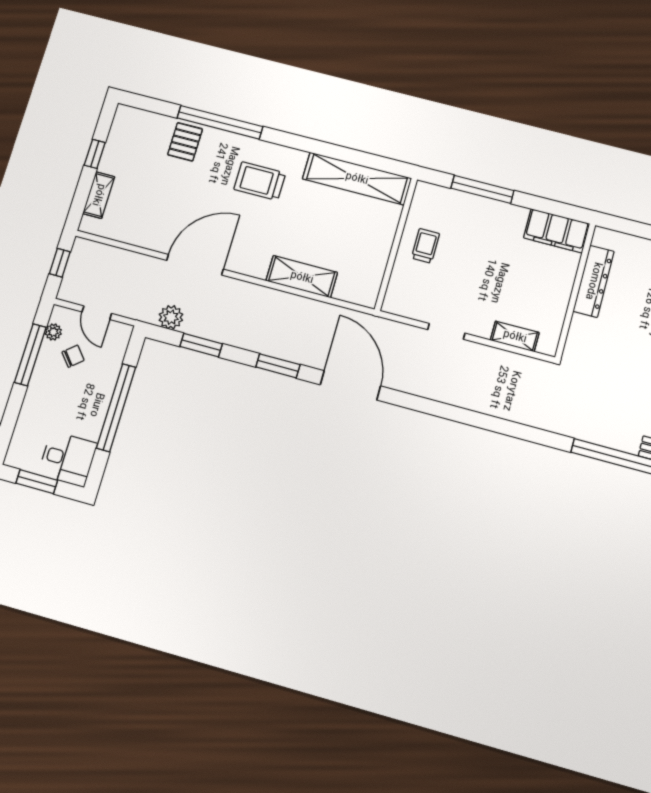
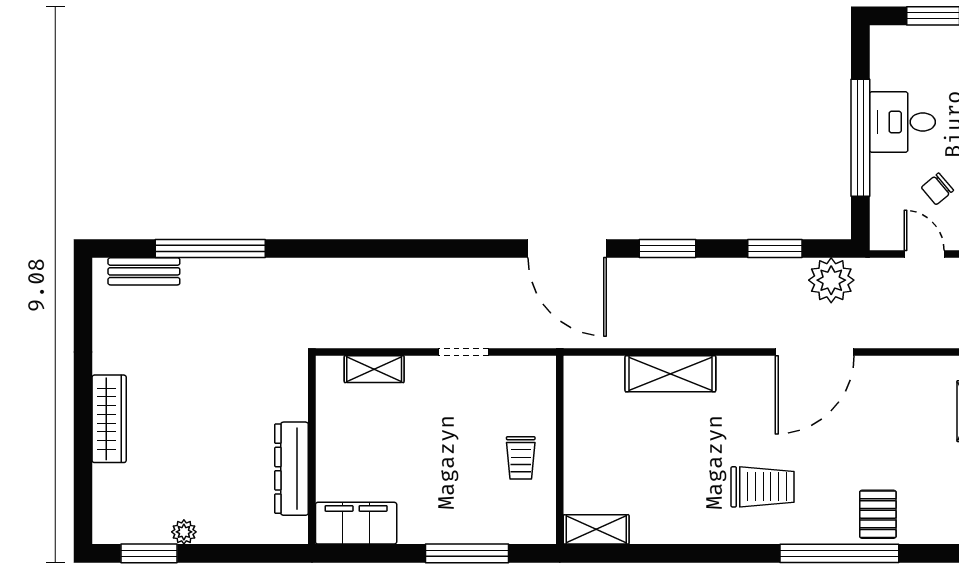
shelving: (357, 178) -> (596, 529), width x0.45, depth x0.75
plant: (171, 317) -> (831, 280), width x1.36, depth x1.36
desk: (68, 459) -> (902, 122), moved

